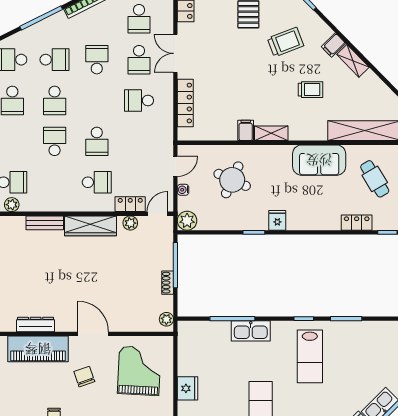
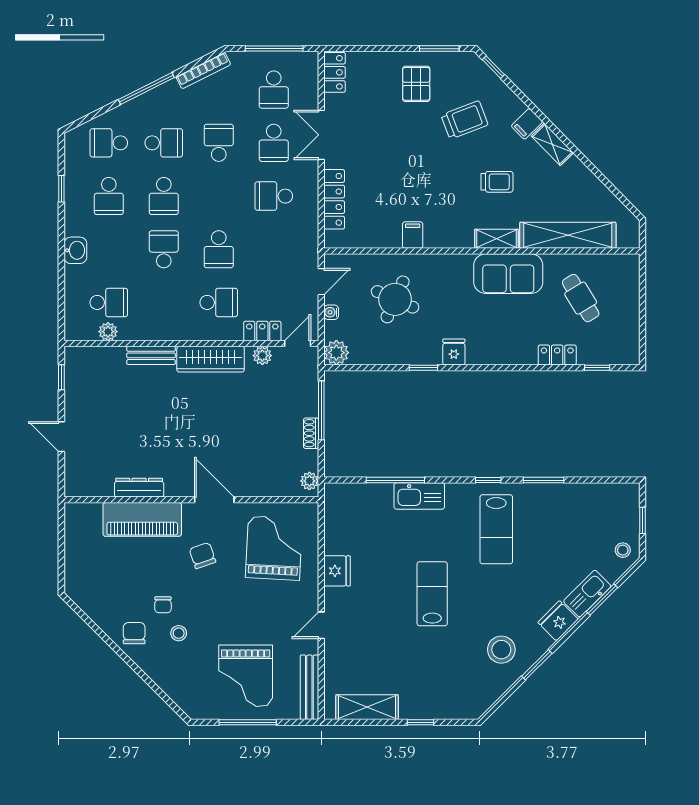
shelving: (271, 133) -> (496, 239), moved

